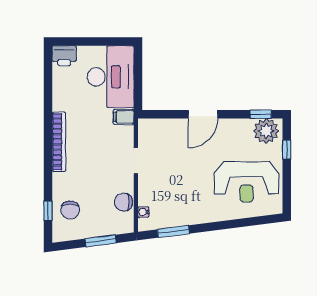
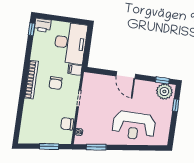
door: (203, 114) -> (126, 75), hinge flipped
reception desk: (246, 182) -> (134, 126), moved
chair: (70, 210) -> (56, 83), moved
window: (48, 211) -> (32, 29), moved

